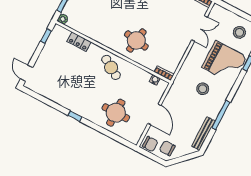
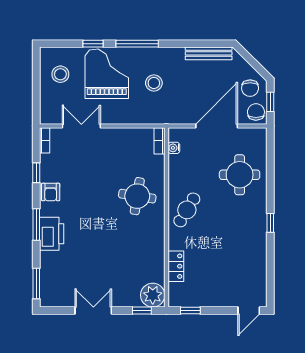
plant: (63, 19) -> (153, 295), width x1.88, depth x1.88
door: (154, 114) -> (217, 126), width x1.36
window: (221, 115) -> (137, 44), moved
window: (152, 156) -> (270, 102), added

